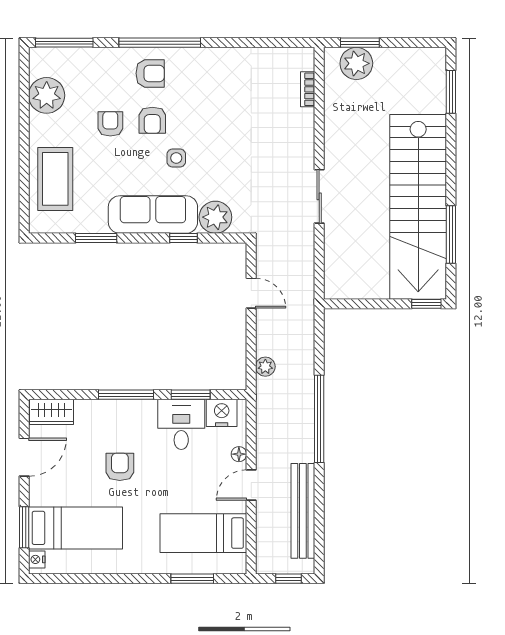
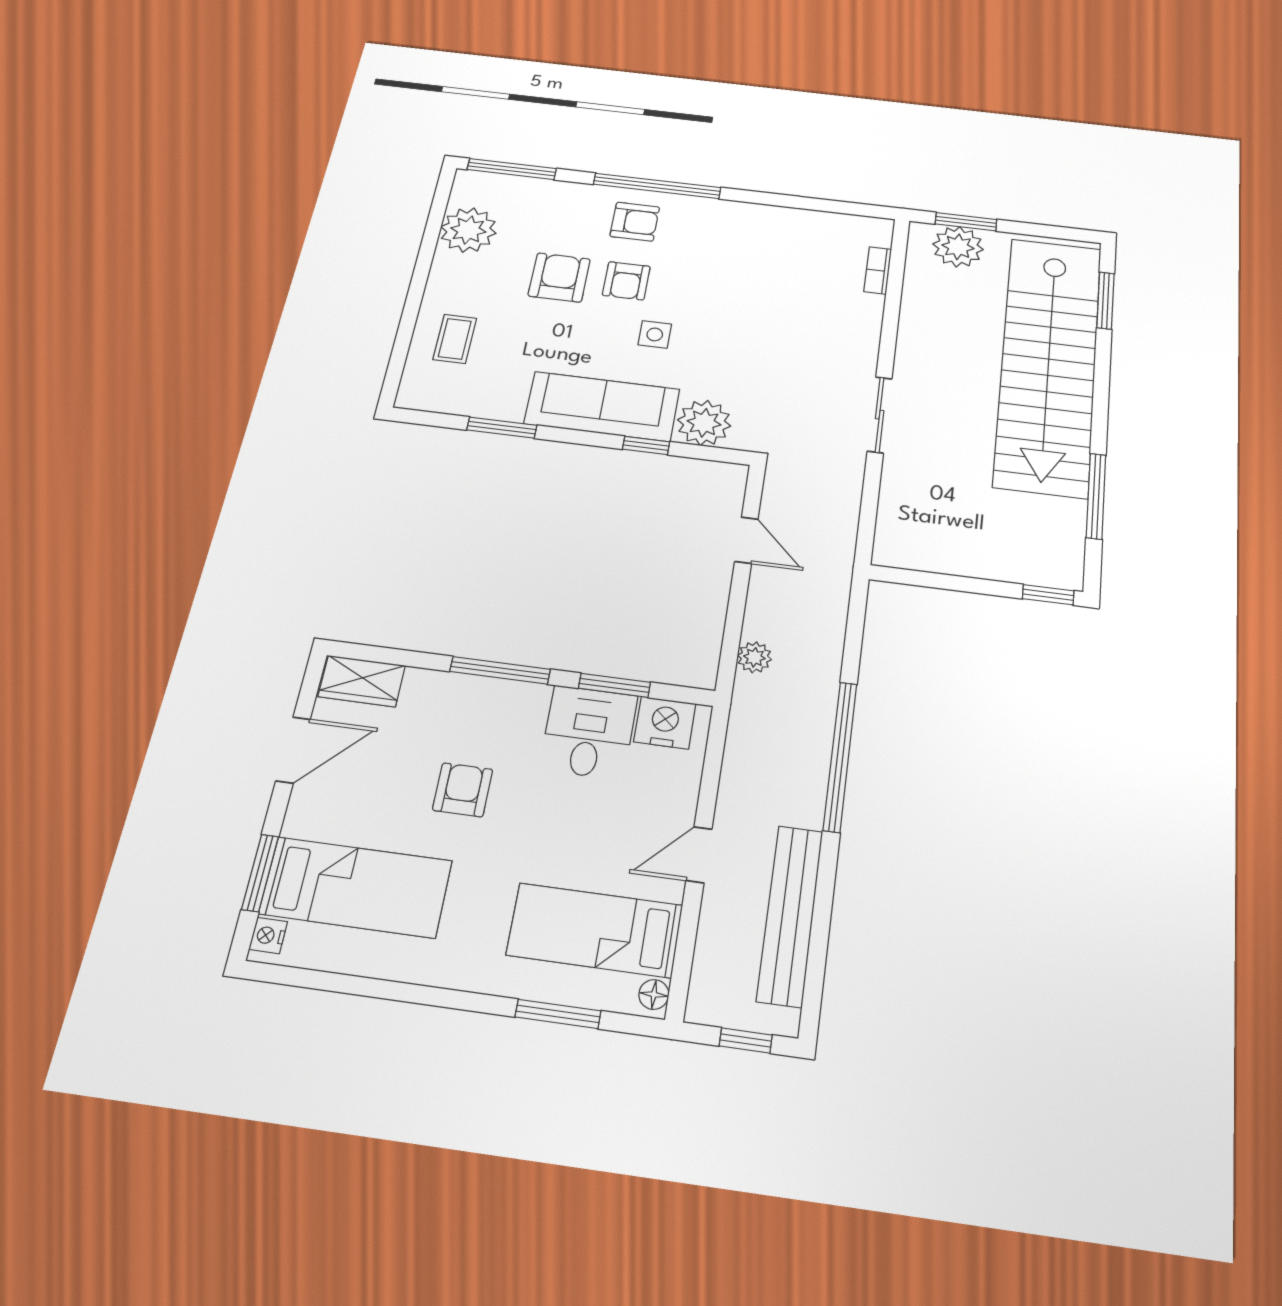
armchair: (110, 124) -> (559, 277), width x1.38, depth x1.38
coffee table: (55, 179) -> (455, 339), width x0.54, depth x0.58
stairs: (418, 207) -> (1048, 364), moved
floor lamp: (239, 454) -> (654, 994), moved

